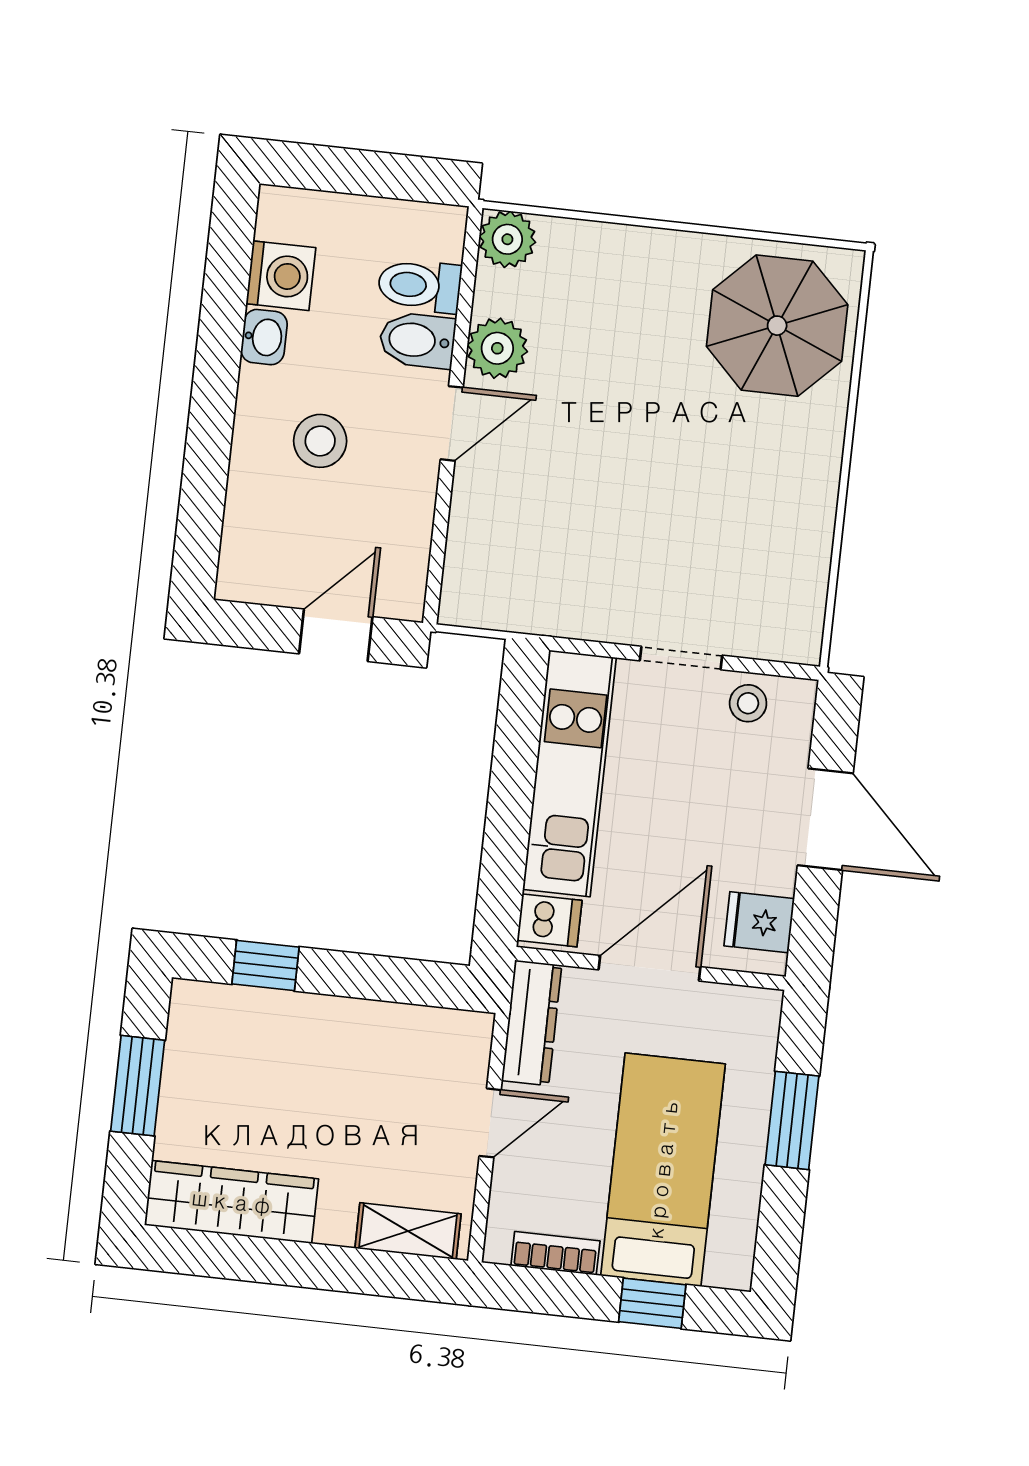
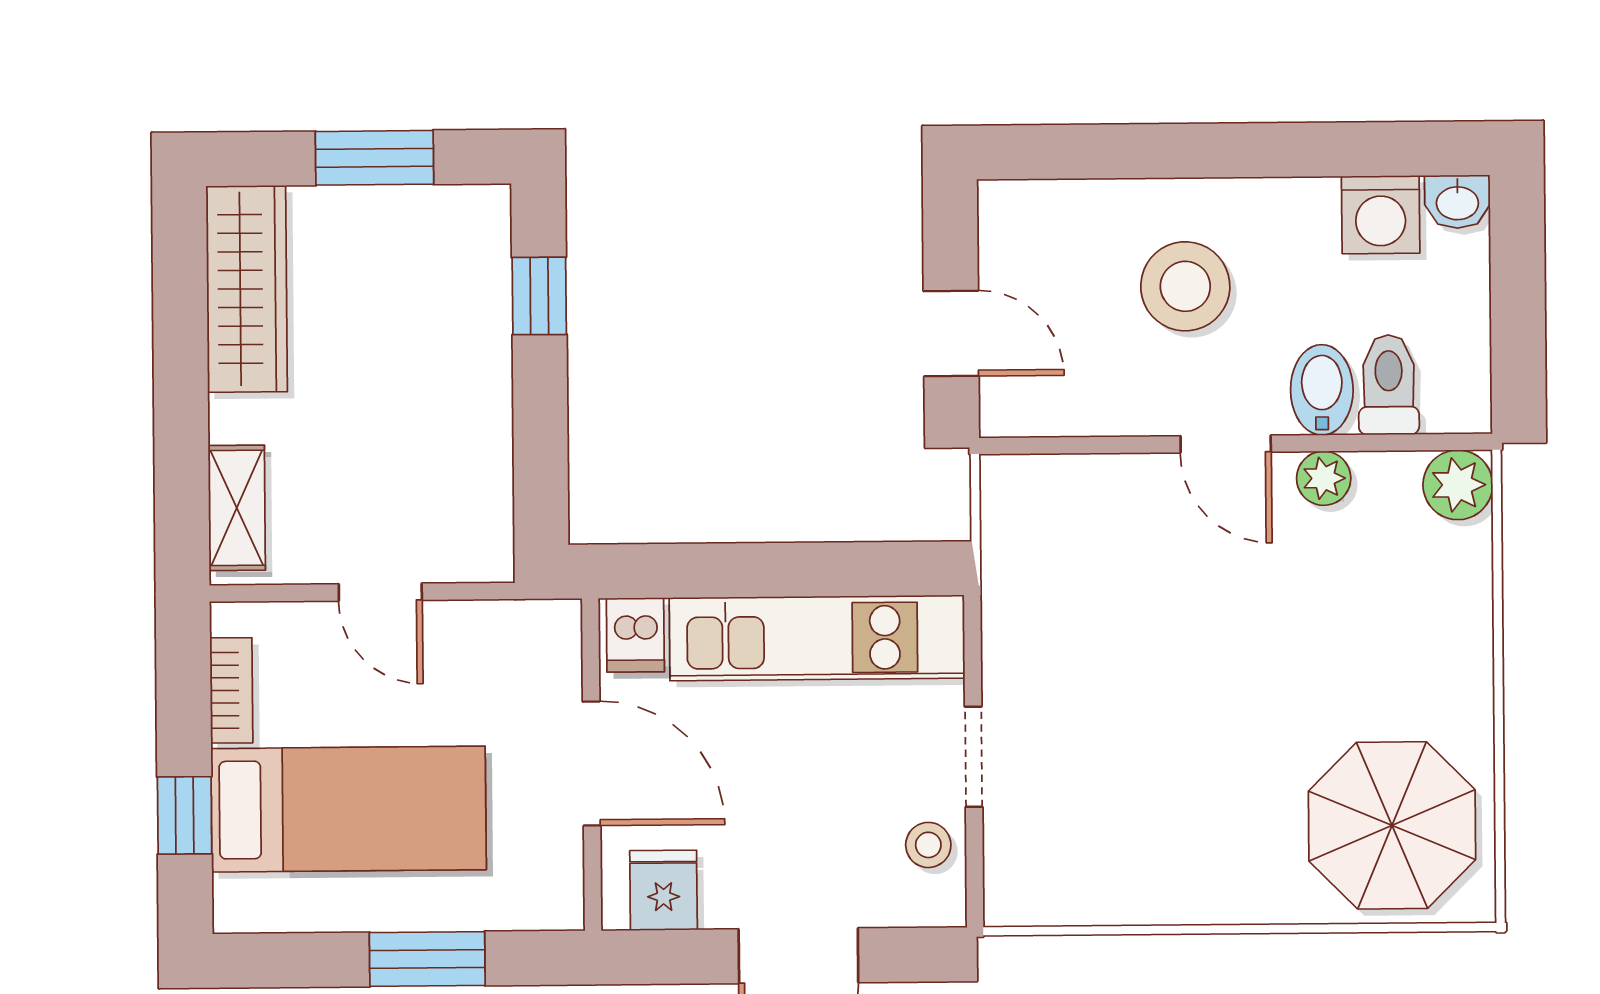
washbasin: (264, 337) -> (1457, 202), moved
plant: (497, 348) -> (1324, 478), width x0.73, depth x0.73
stool: (320, 441) -> (1185, 286), width x1.38, depth x1.38
dresser: (532, 1023) -> (508, 628), removed

